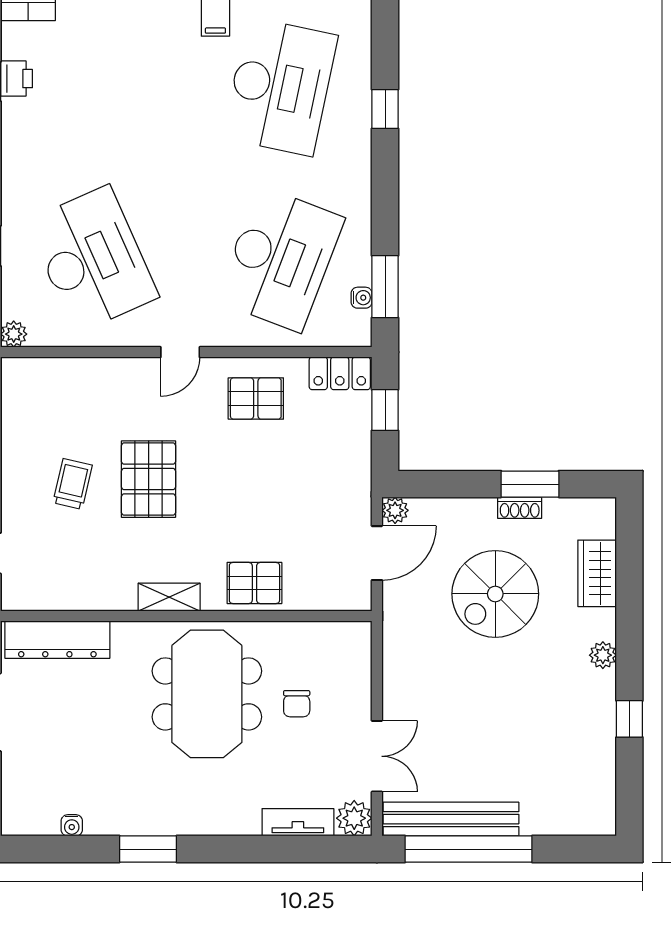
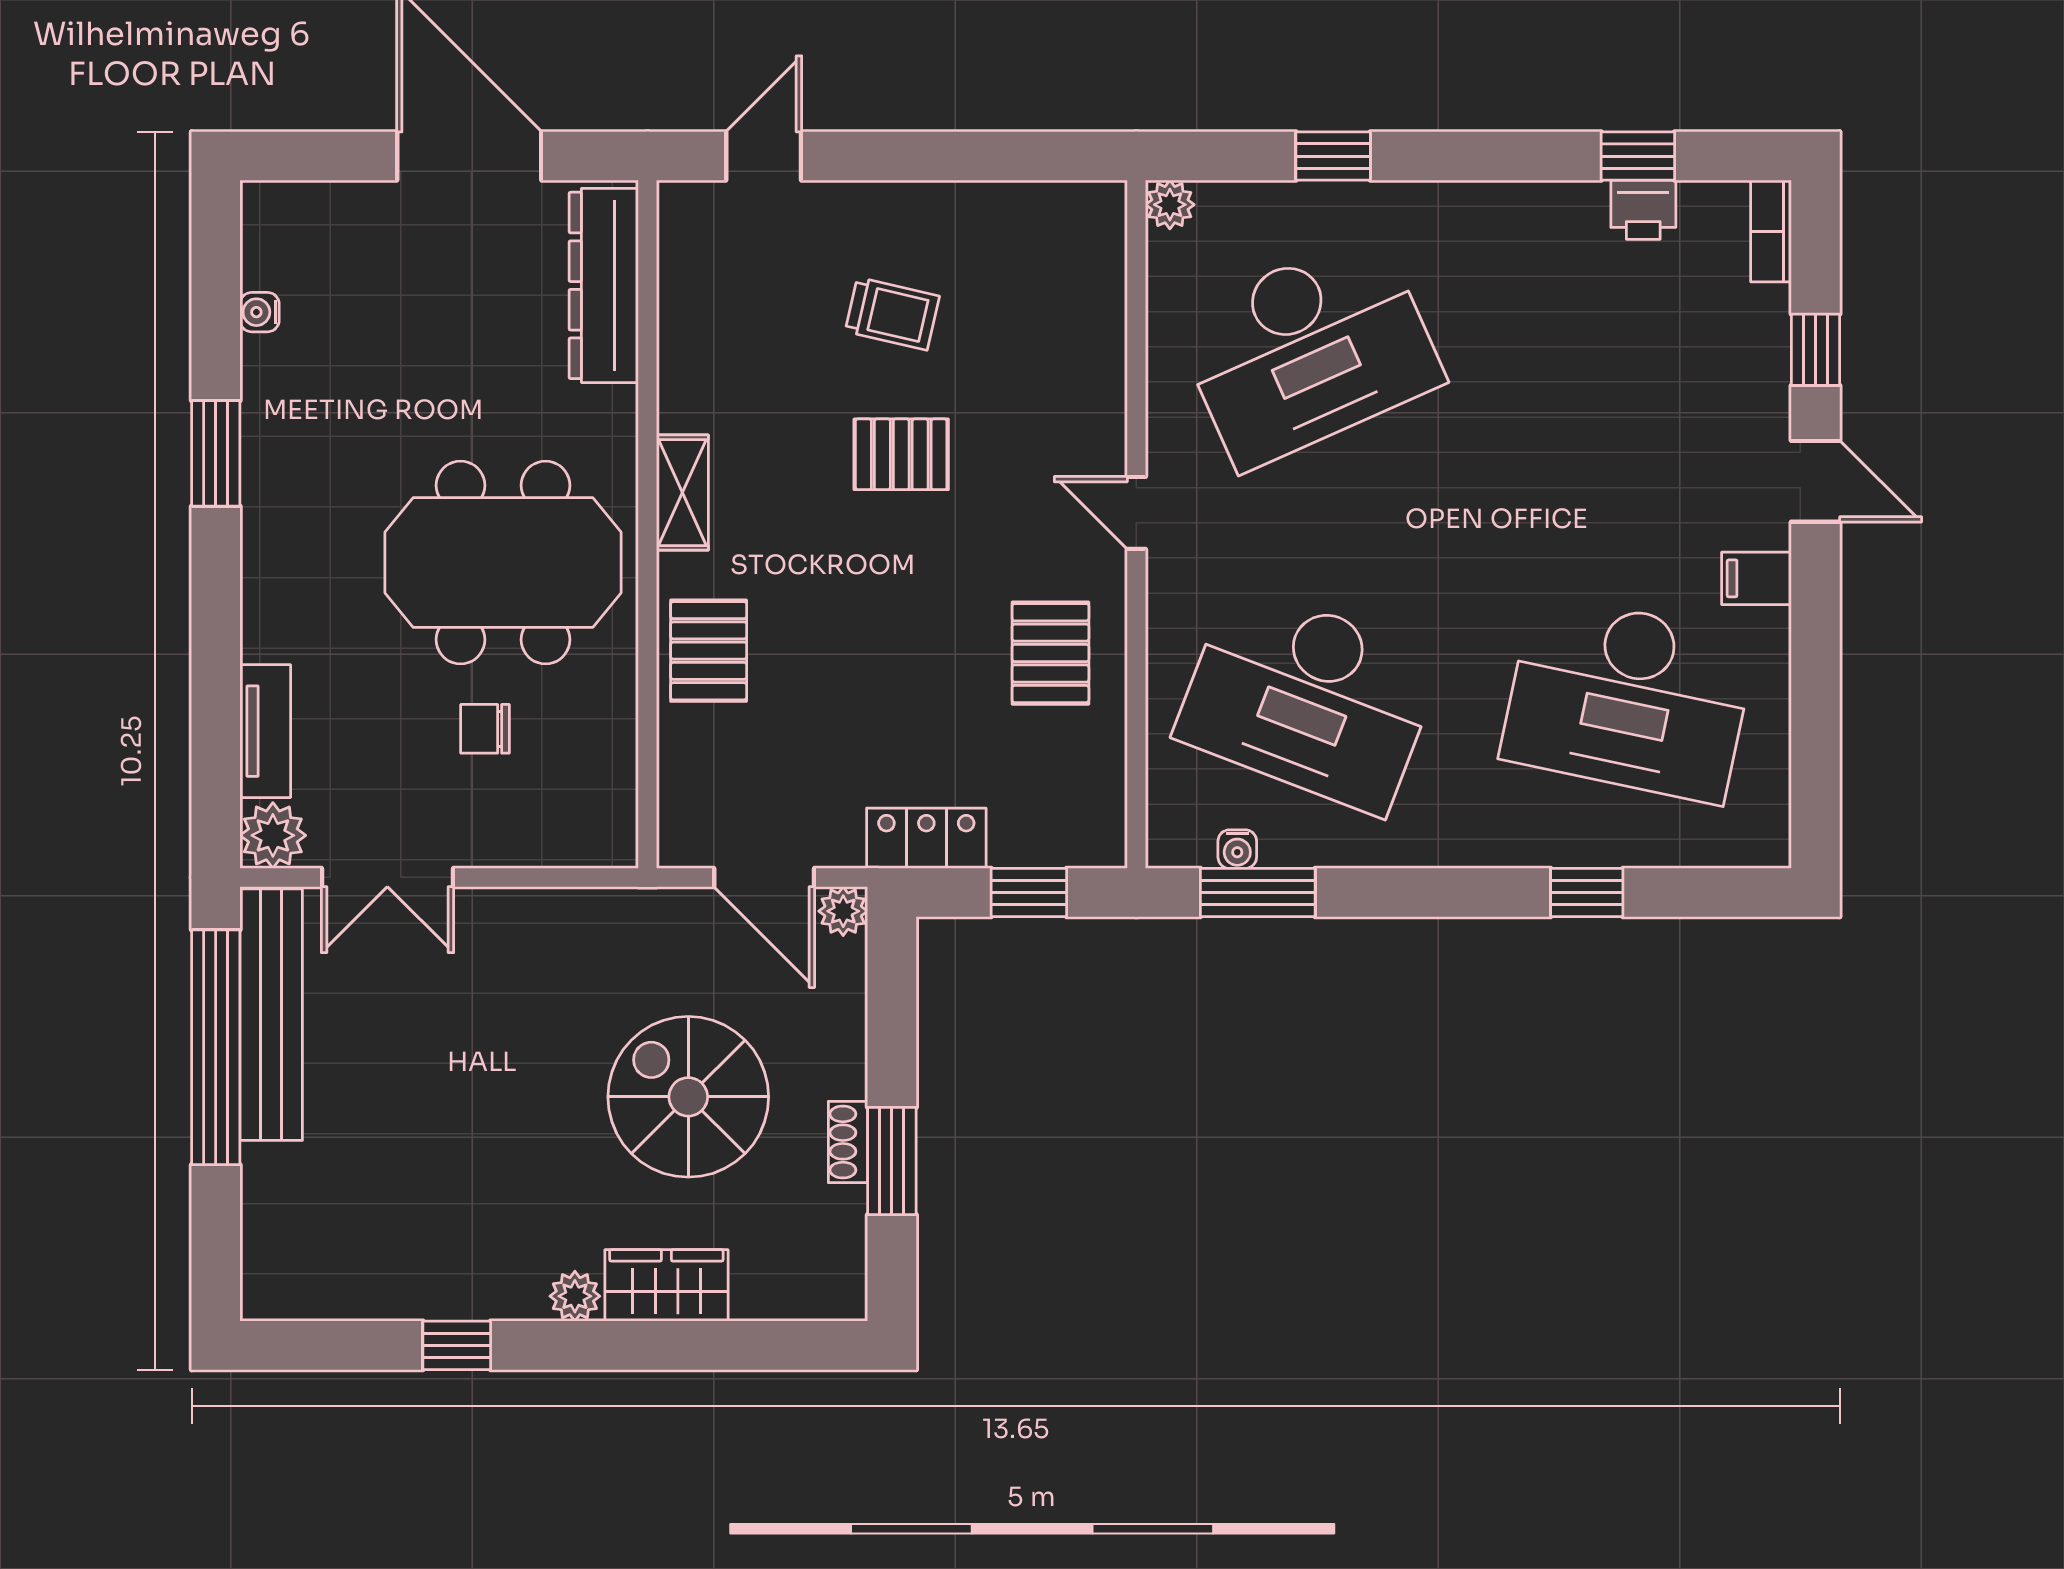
locker: (340, 373) -> (926, 838), moved, turned 90
pallet: (149, 479) -> (901, 454), width x0.67, depth x0.71
wardrobe: (597, 573) -> (666, 1285), moved

